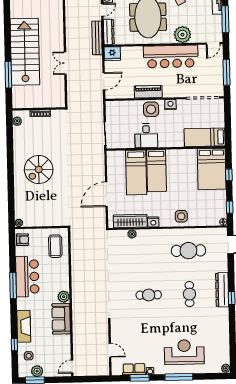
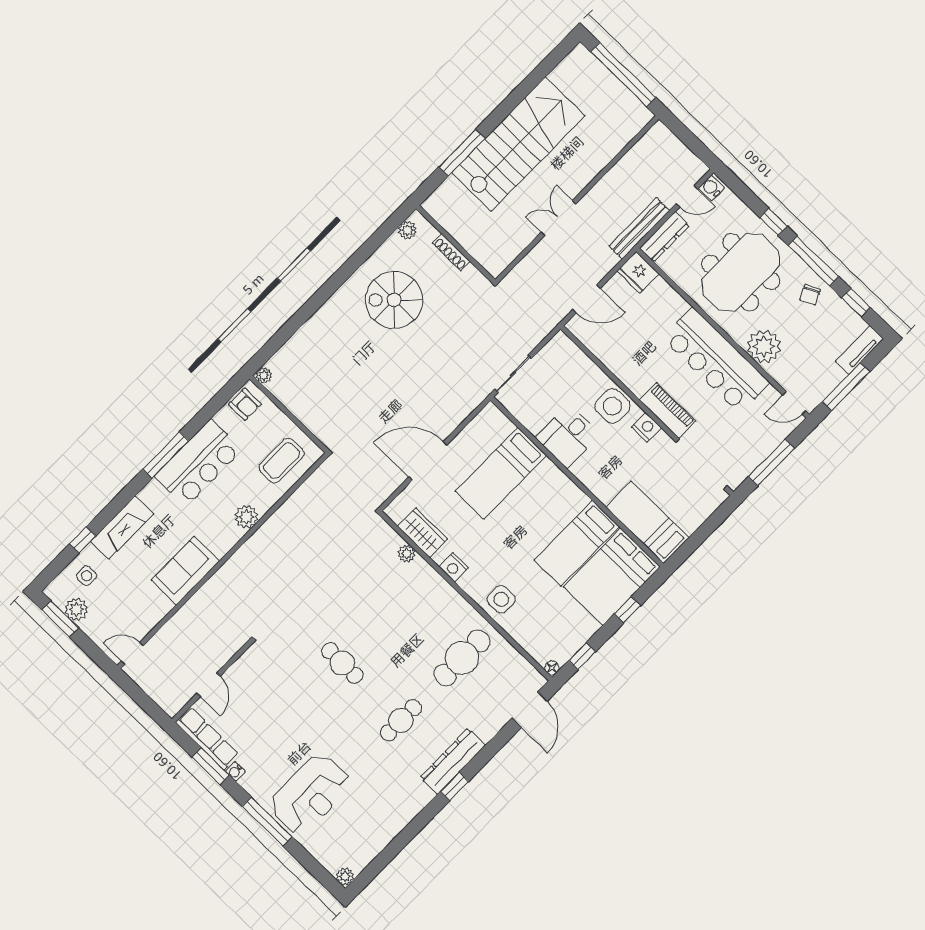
piano: (148, 92) -> (668, 411), moved
spiral stairs: (39, 170) -> (394, 300), moved
bed: (156, 171) -> (577, 543), moved
wardrobe: (130, 221) -> (423, 533), width x0.67
cafe table: (188, 251) -> (462, 658), turned 90
plant: (64, 297) -> (246, 517), moved
reception desk: (184, 352) -> (310, 794), turned 90
row of seats: (134, 369) -> (207, 738), width x1.48

